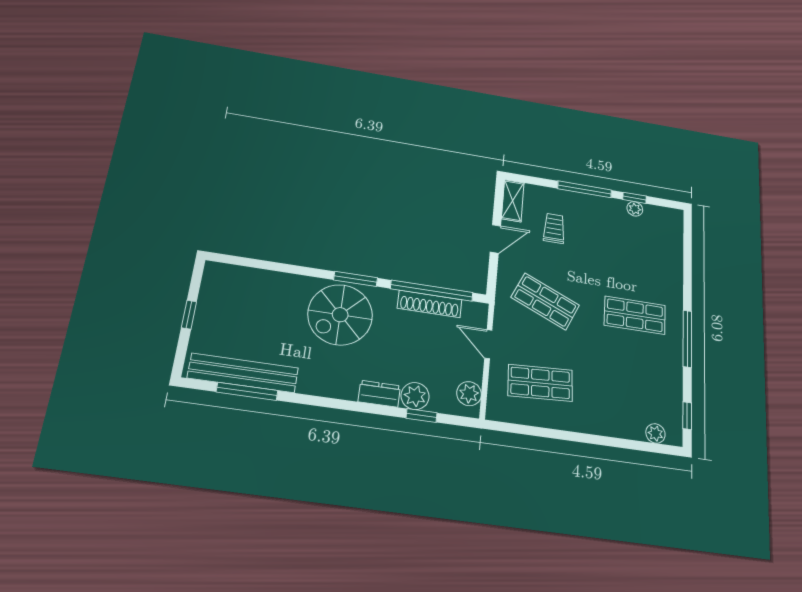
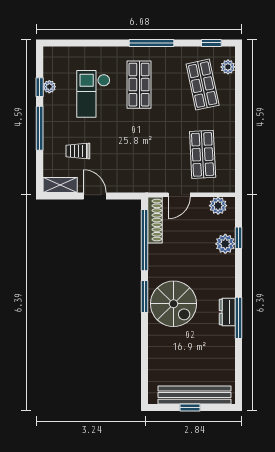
checkout: (625, 258) -> (93, 94), added
shop shelf: (545, 301) -> (203, 85), moved, turned -36
shoe rack: (430, 304) -> (155, 220), moved
bench: (243, 373) -> (194, 395), moved, turned 90
window: (247, 391) -> (238, 318), moved
dresser: (379, 394) -> (227, 312), moved

